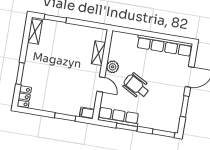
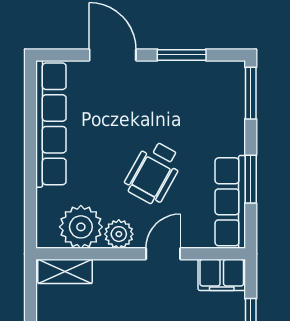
plant: (118, 51) -> (81, 227), added
shelving: (98, 53) -> (65, 271), moved
filing cabinet: (87, 113) -> (222, 275), width x2.00

